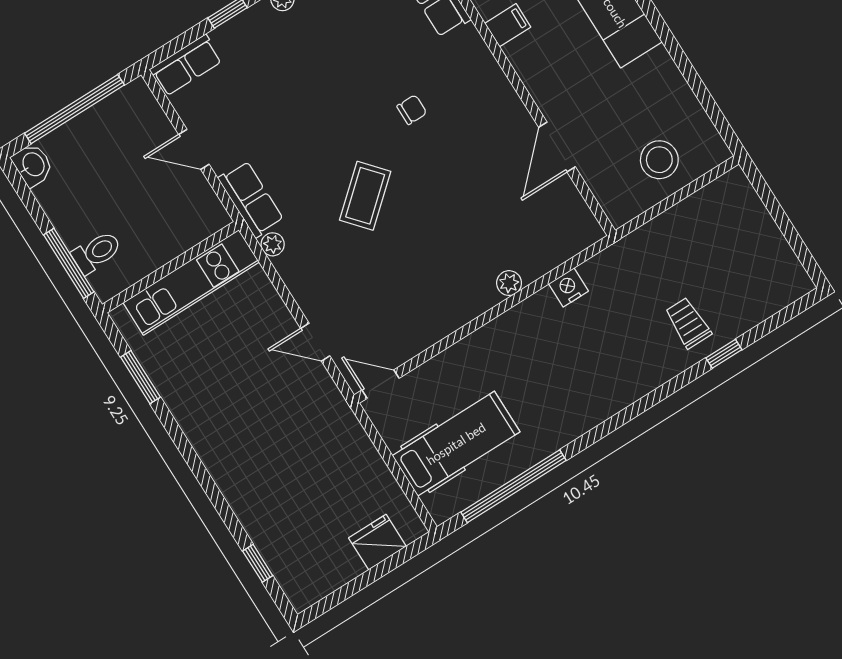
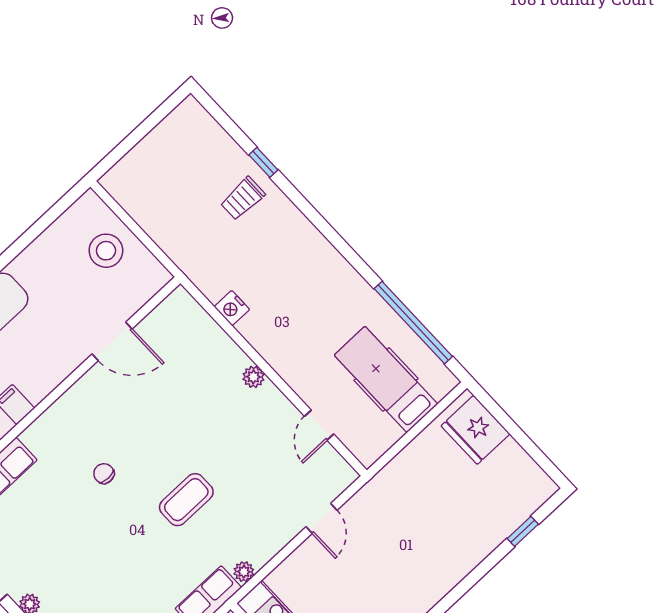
coffee table: (365, 196) -> (186, 500), turned -49
plant: (509, 283) -> (253, 377), moved
door: (380, 384) -> (319, 425), moved
fridge: (377, 542) -> (475, 430), width x1.36, depth x1.34

